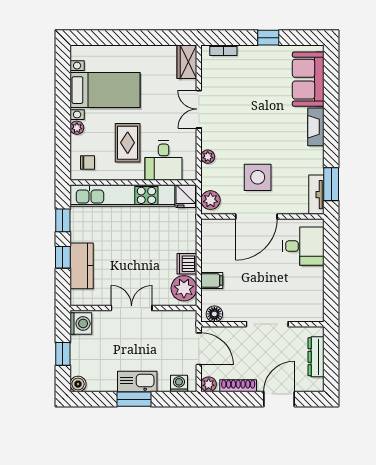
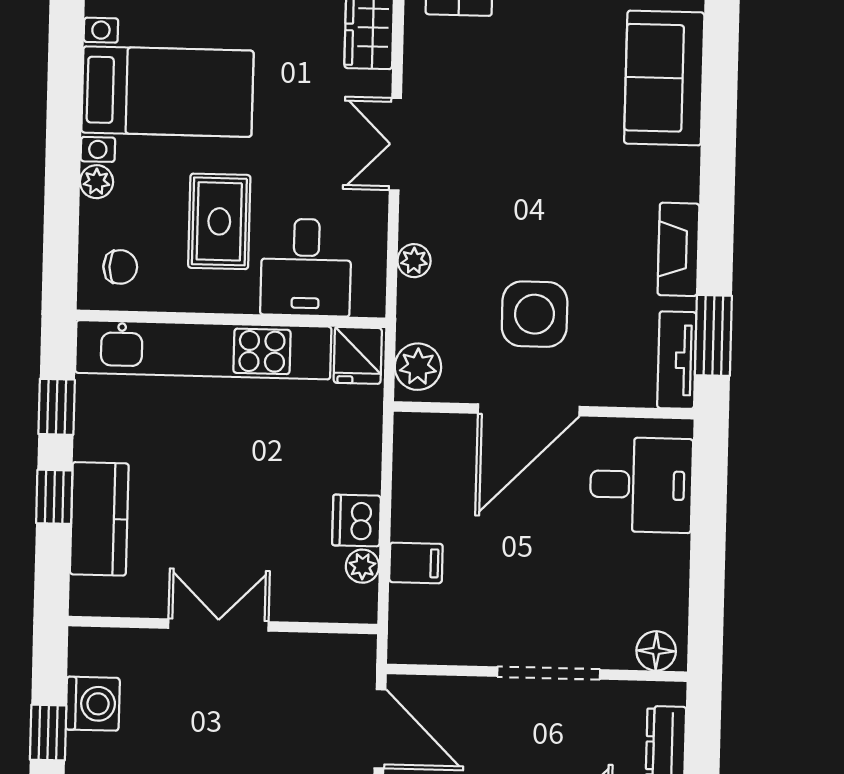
fireplace: (316, 127) -> (678, 249), moved
plant: (184, 288) -> (362, 566), width x0.53, depth x0.53
floor lamp: (214, 314) -> (656, 651), moved
washing machine: (81, 323) -> (93, 704), moved

